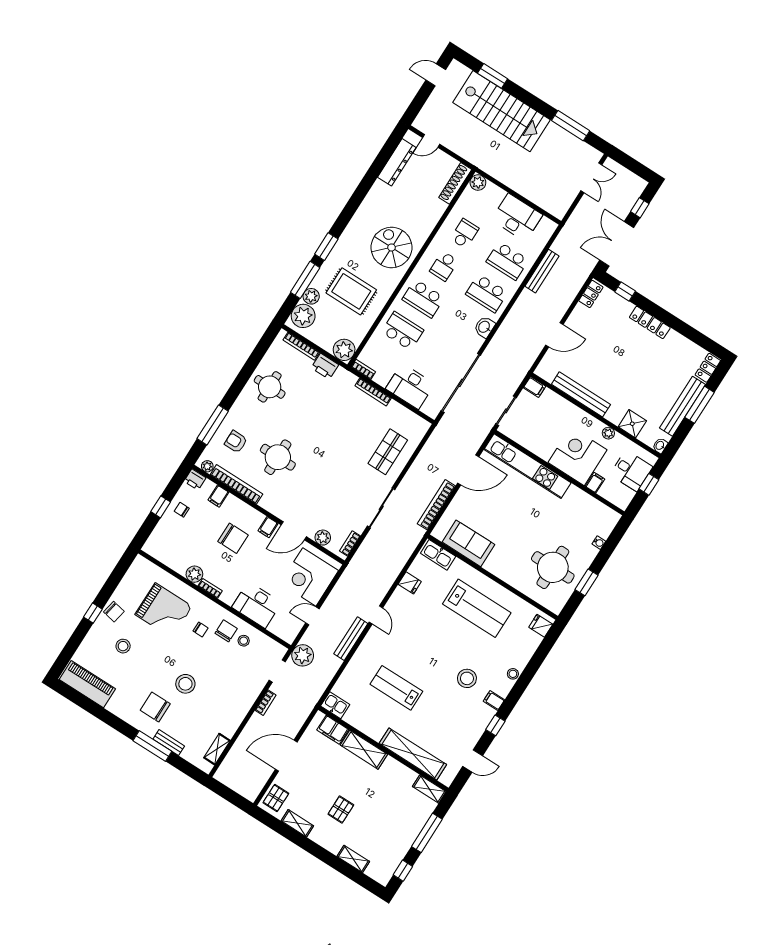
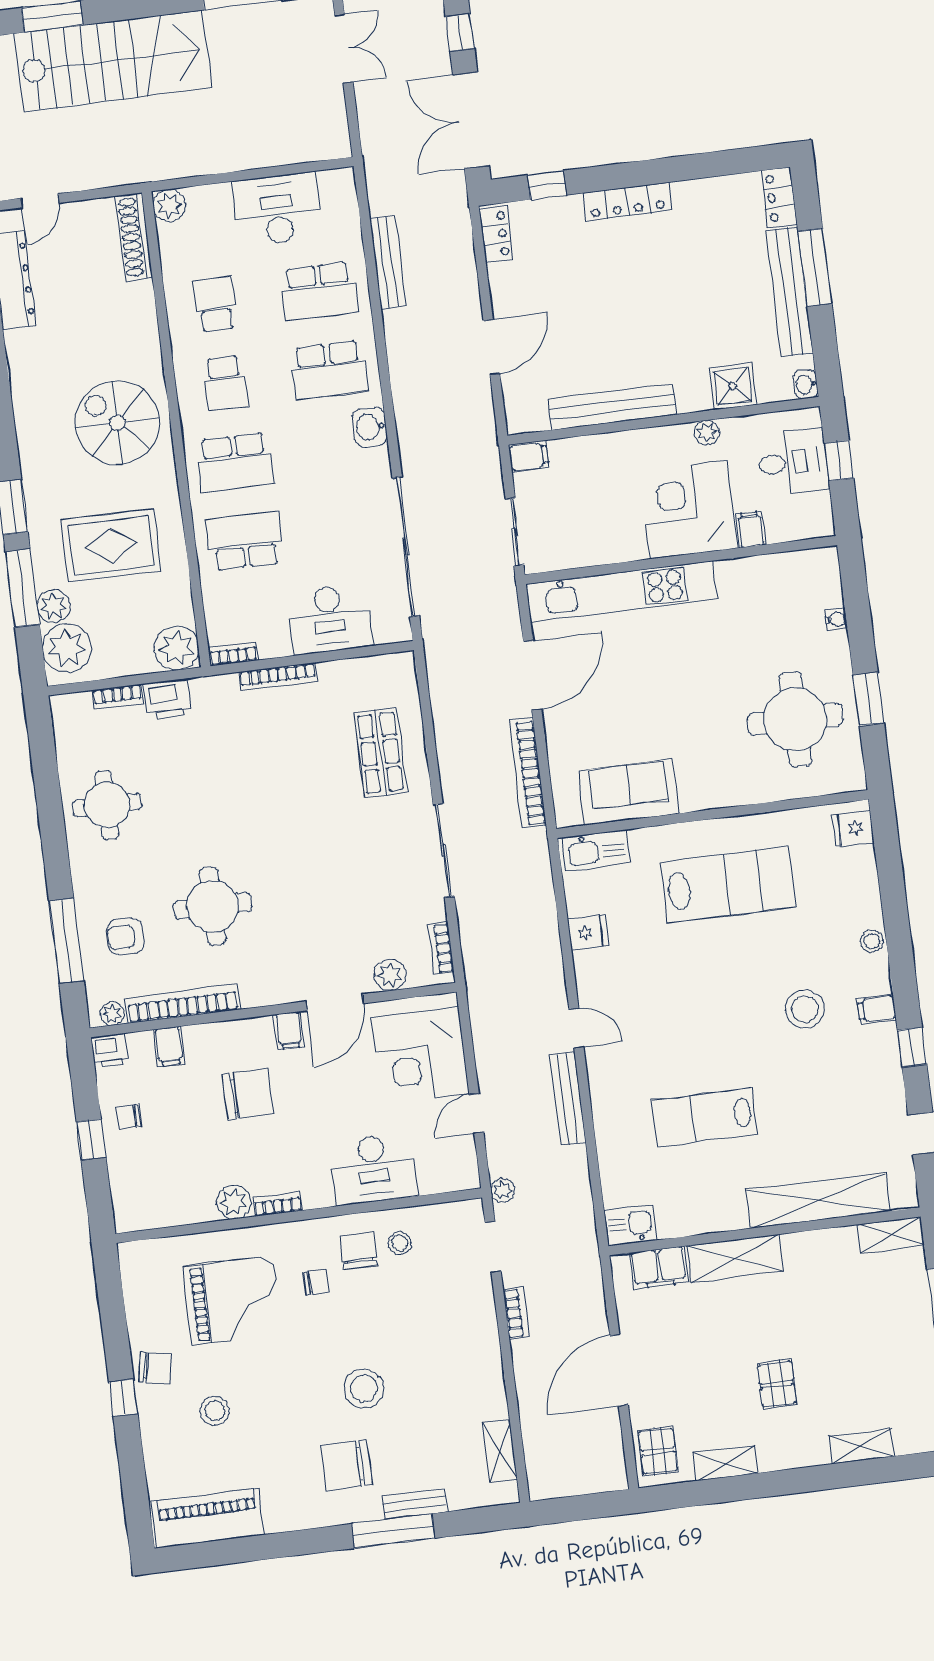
bookcase: (301, 346) -> (117, 697), width x0.64
plant: (303, 655) -> (503, 1190), width x0.53, depth x0.53

